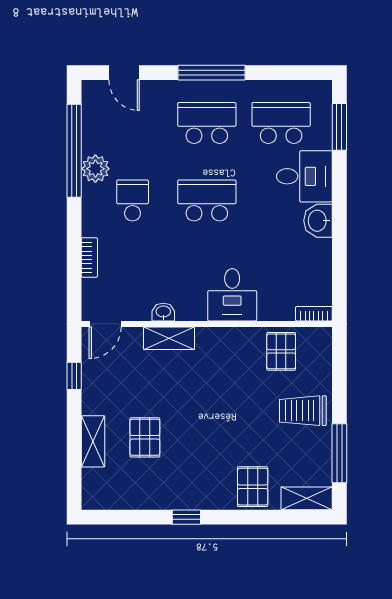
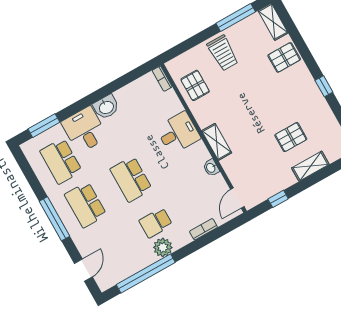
plant: (95, 169) -> (163, 247), moved
door: (105, 324) -> (237, 198), swing flipped
shelving: (169, 338) -> (217, 142), moved
pallet: (281, 351) -> (195, 85), turned 90

